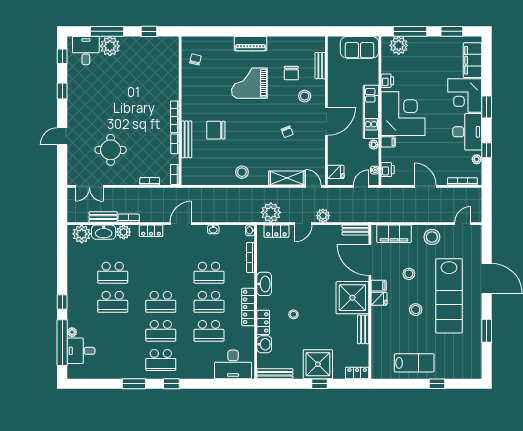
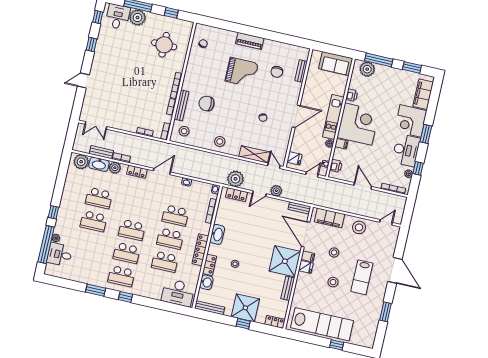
grand piano: (249, 83) -> (242, 72), turned 180
stool: (305, 96) -> (184, 131), moved
round table: (111, 150) -> (164, 45), moved
lab bench: (449, 296) -> (362, 277), width x0.54, depth x0.72
lab bench: (414, 363) -> (322, 324), width x1.86, depth x1.39

